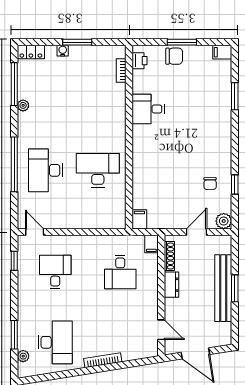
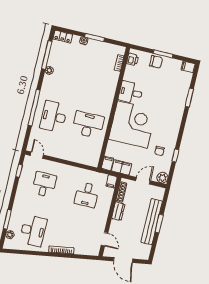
corner desk: (162, 155) -> (132, 125), added
filing cabinet: (161, 220) -> (122, 167), added

